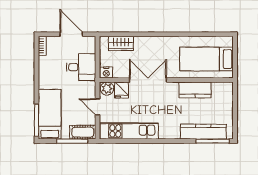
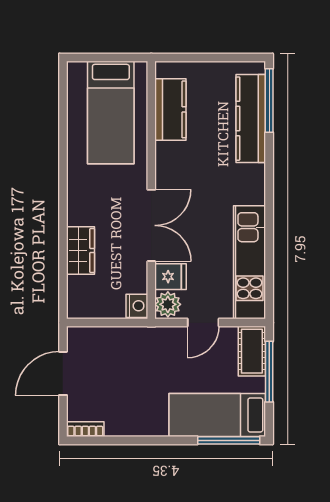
wardrobe: (121, 43) -> (81, 251), moved
desk: (81, 67) -> (126, 354), removed
double door: (148, 80) -> (151, 225), swing flipped
kitchen counter: (195, 90) -> (170, 109), moved

